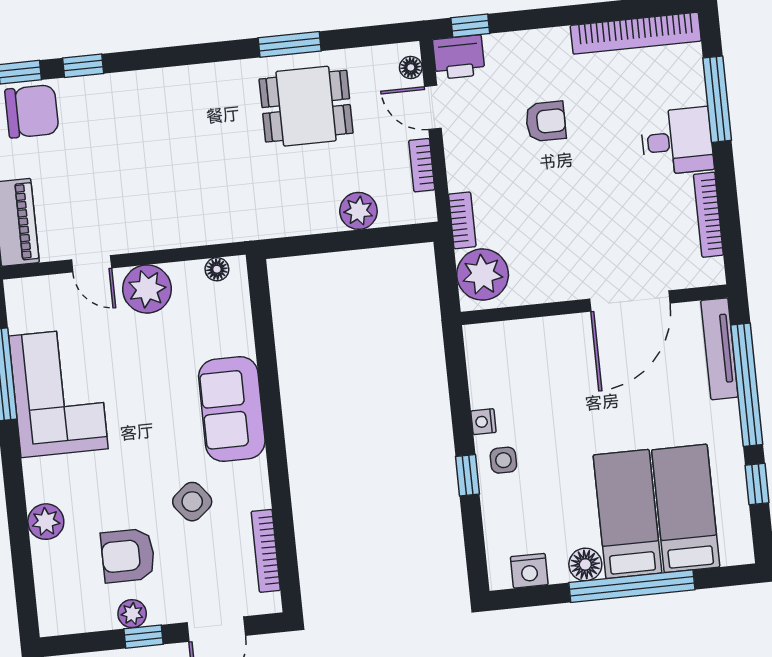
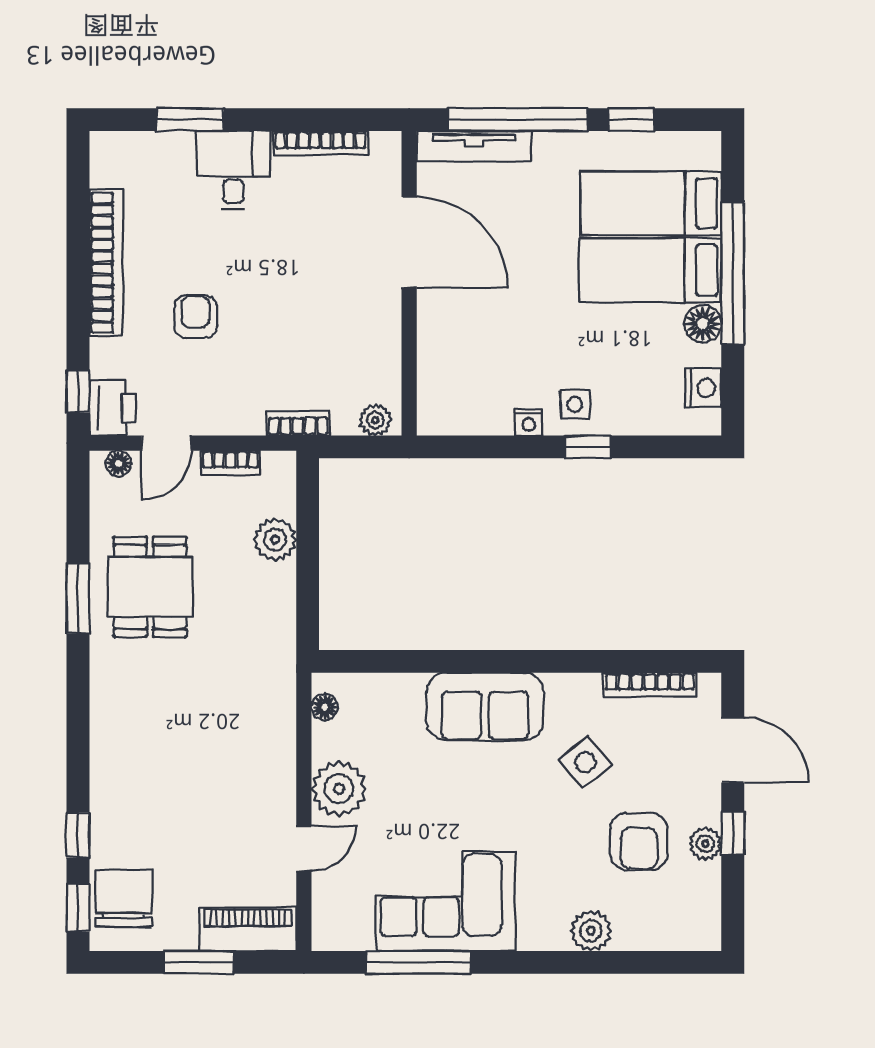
bookcase: (636, 33) -> (106, 263), moved
window: (717, 99) -> (190, 120), width x0.69
plant: (483, 275) -> (375, 420), width x0.53, depth x0.53

